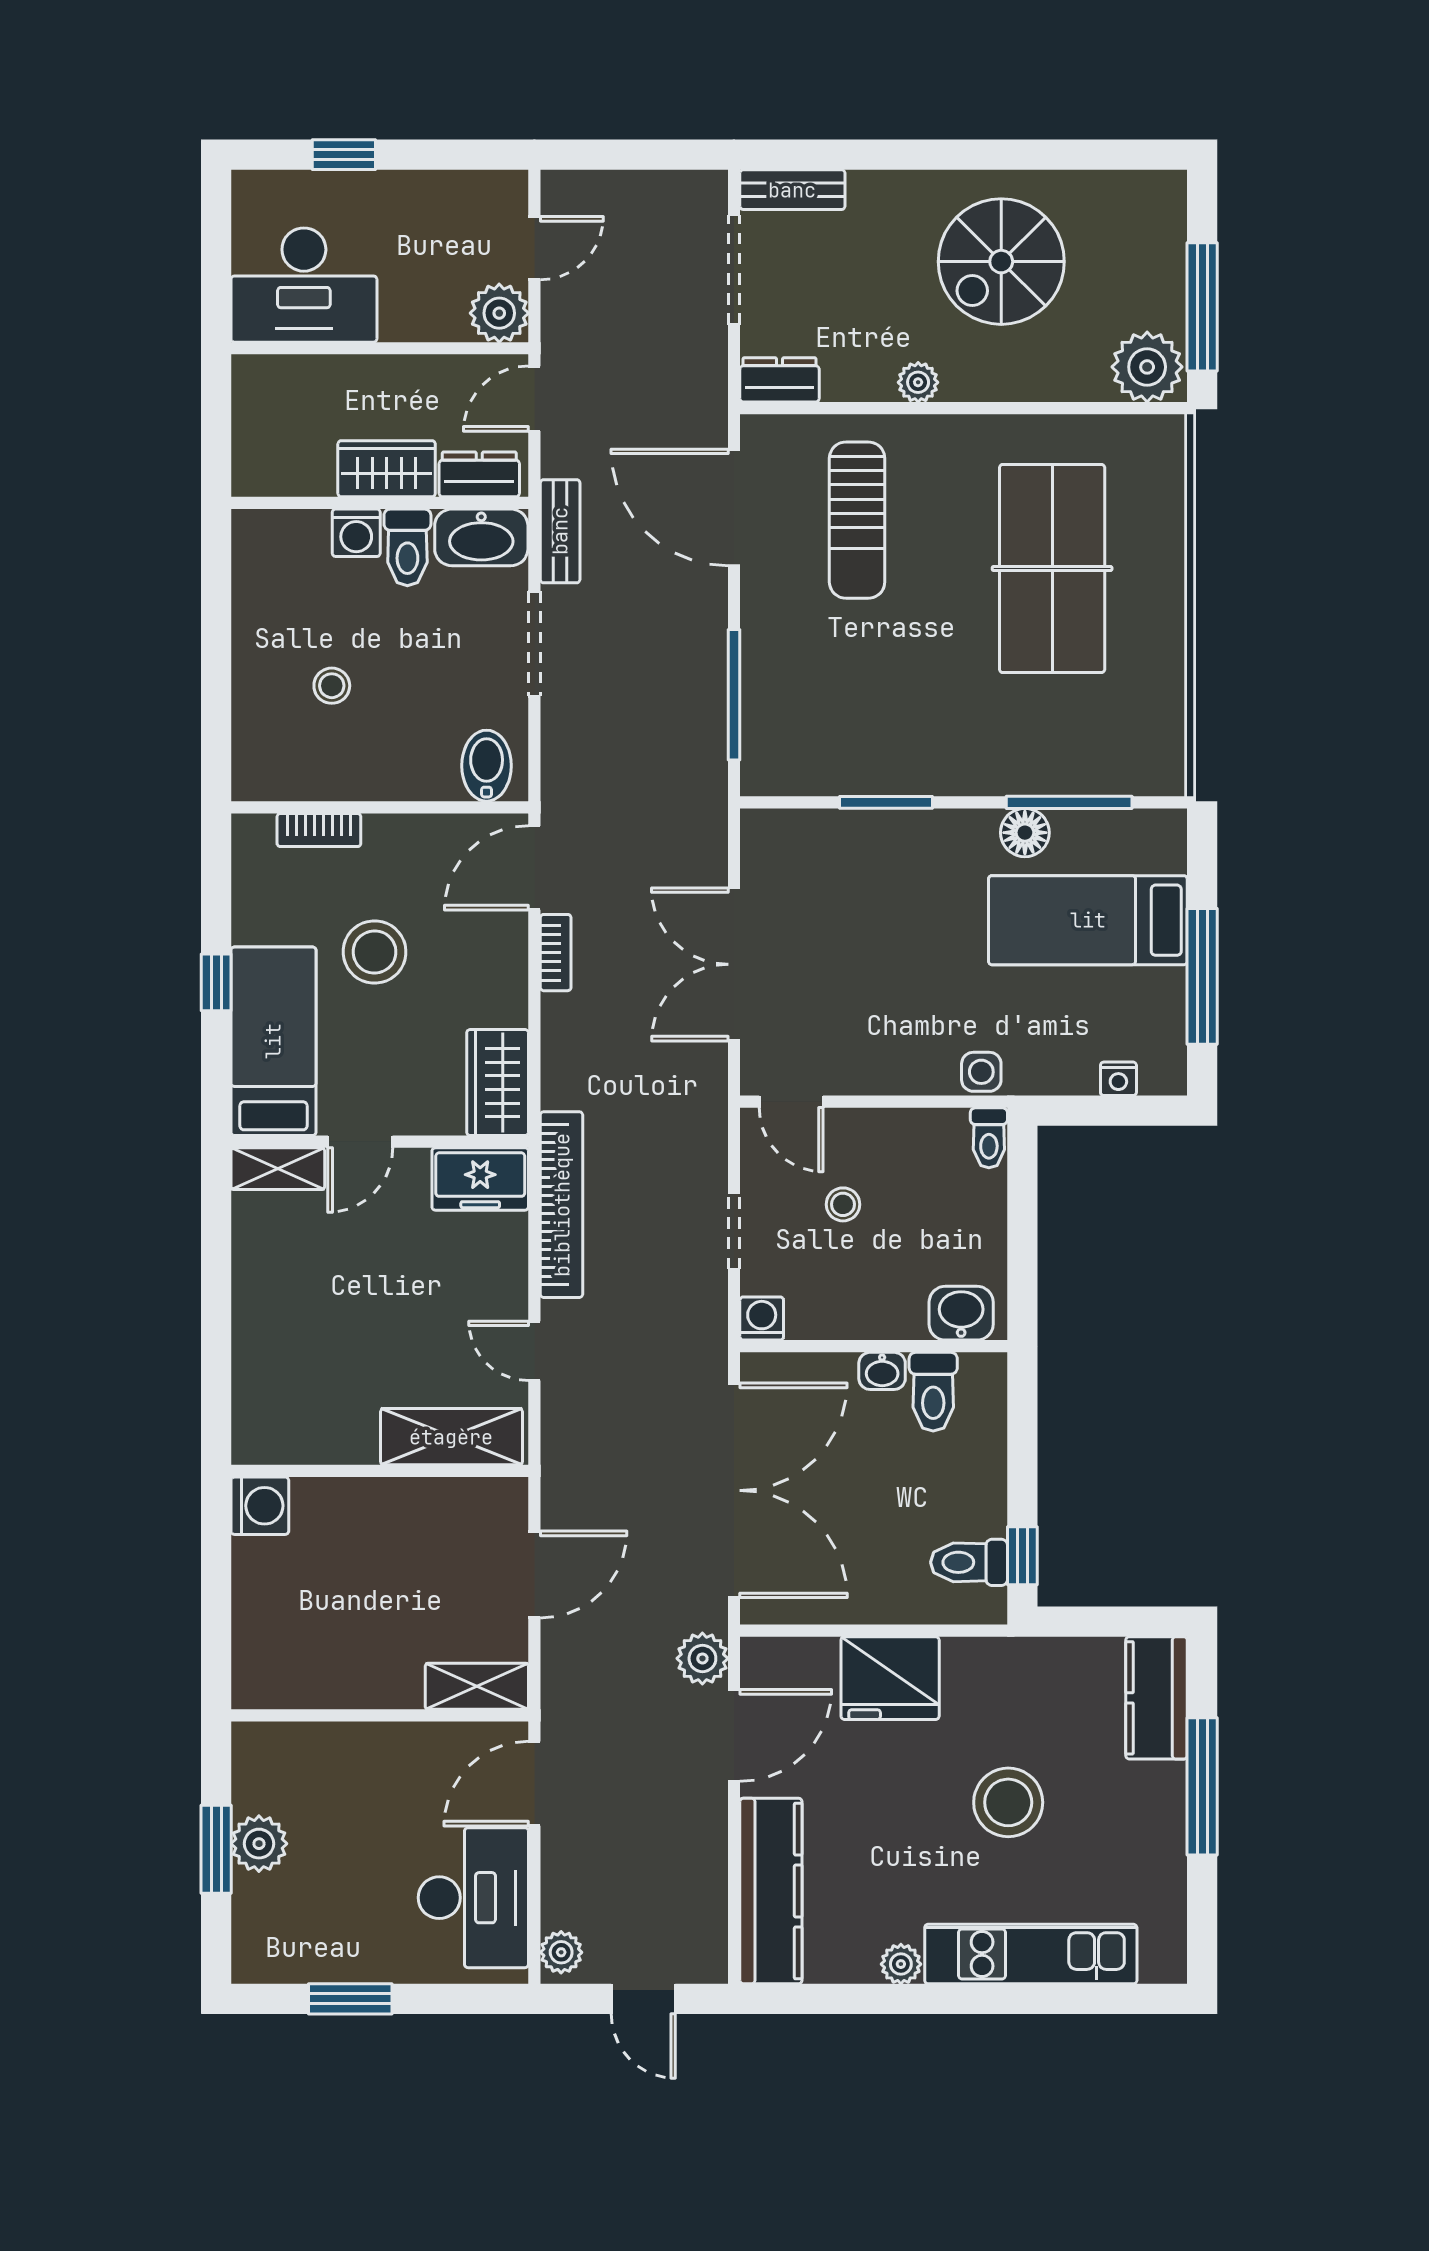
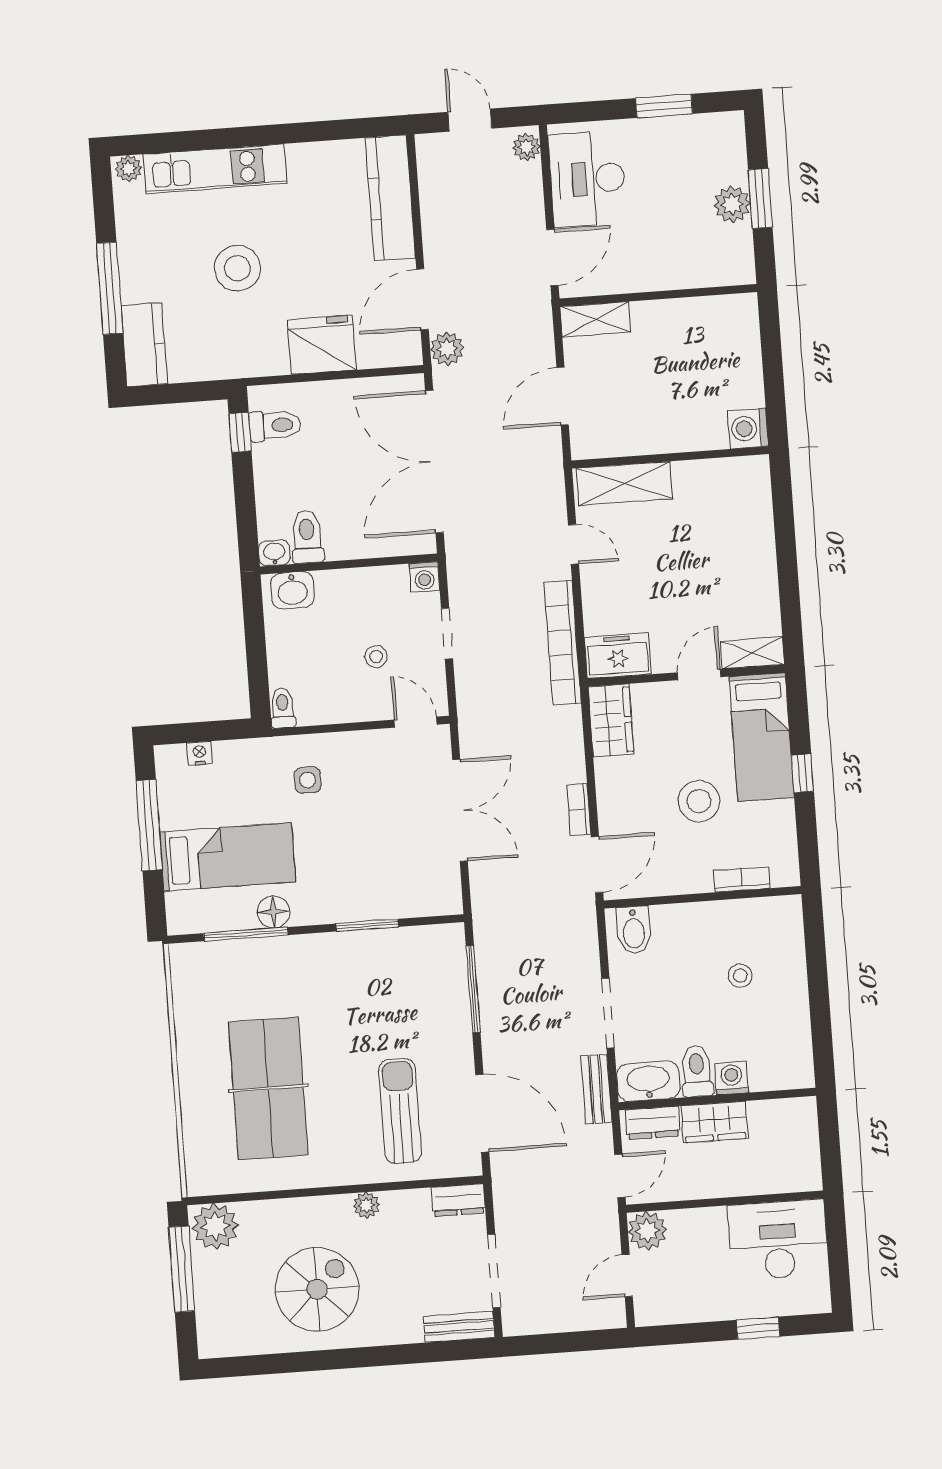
side table: (981, 1072) -> (308, 780), moved
washbasin: (882, 1371) -> (274, 553), moved
plant: (901, 1964) -> (128, 168), moved

